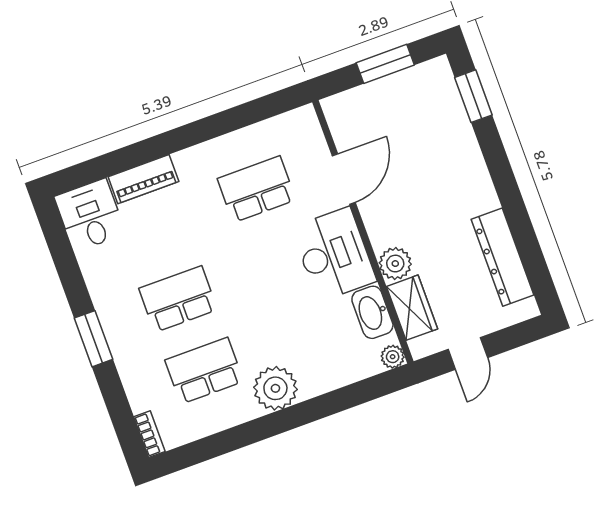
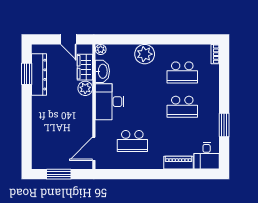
window: (473, 96) -> (27, 74), moved
door: (344, 179) -> (94, 149), moved
window: (93, 339) -> (224, 125), moved
door: (468, 353) -> (68, 39), swing flipped
plant: (275, 388) -> (145, 54), moved

